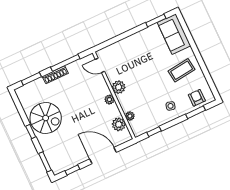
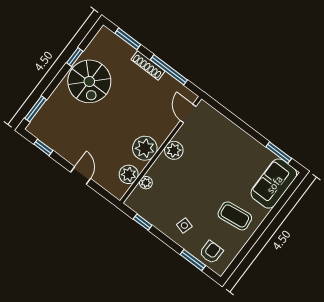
plant: (109, 100) -> (145, 148), width x1.88, depth x1.88
window: (31, 131) -> (75, 57), moved
door: (103, 156) -> (81, 175), width x0.53

